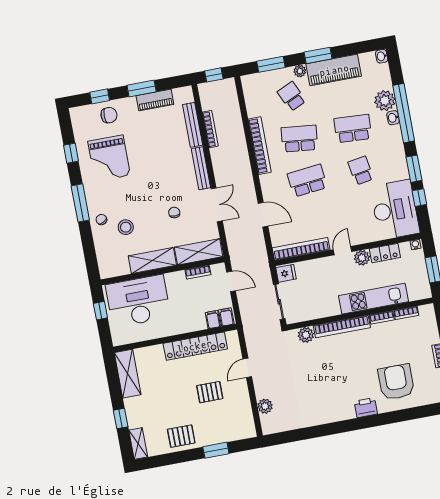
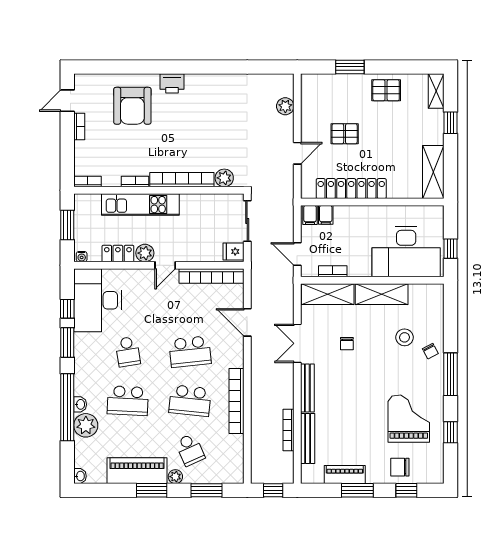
bookcase: (406, 313) -> (88, 182), moved

